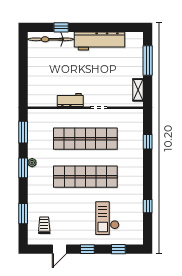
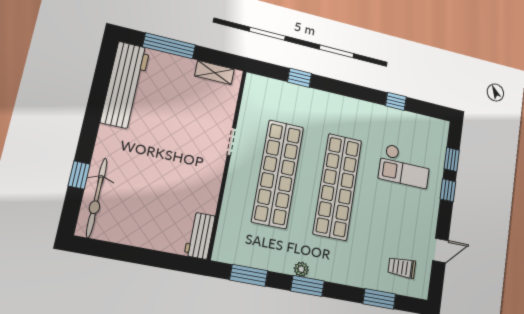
workbench: (99, 41) -> (125, 85), moved
workbench: (70, 100) -> (200, 236), moved
door: (59, 249) -> (440, 250), hinge flipped
window: (87, 249) -> (448, 190), moved

